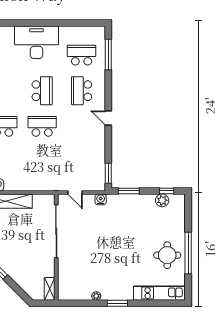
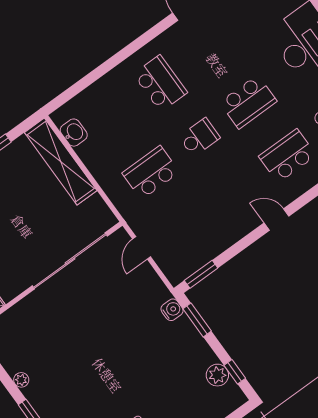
door: (108, 118) -> (277, 219), hinge flipped
school desk: (42, 126) -> (199, 137), width x0.54
school desk: (42, 162) -> (151, 173), added
water cooler: (101, 199) -> (172, 310), moved

